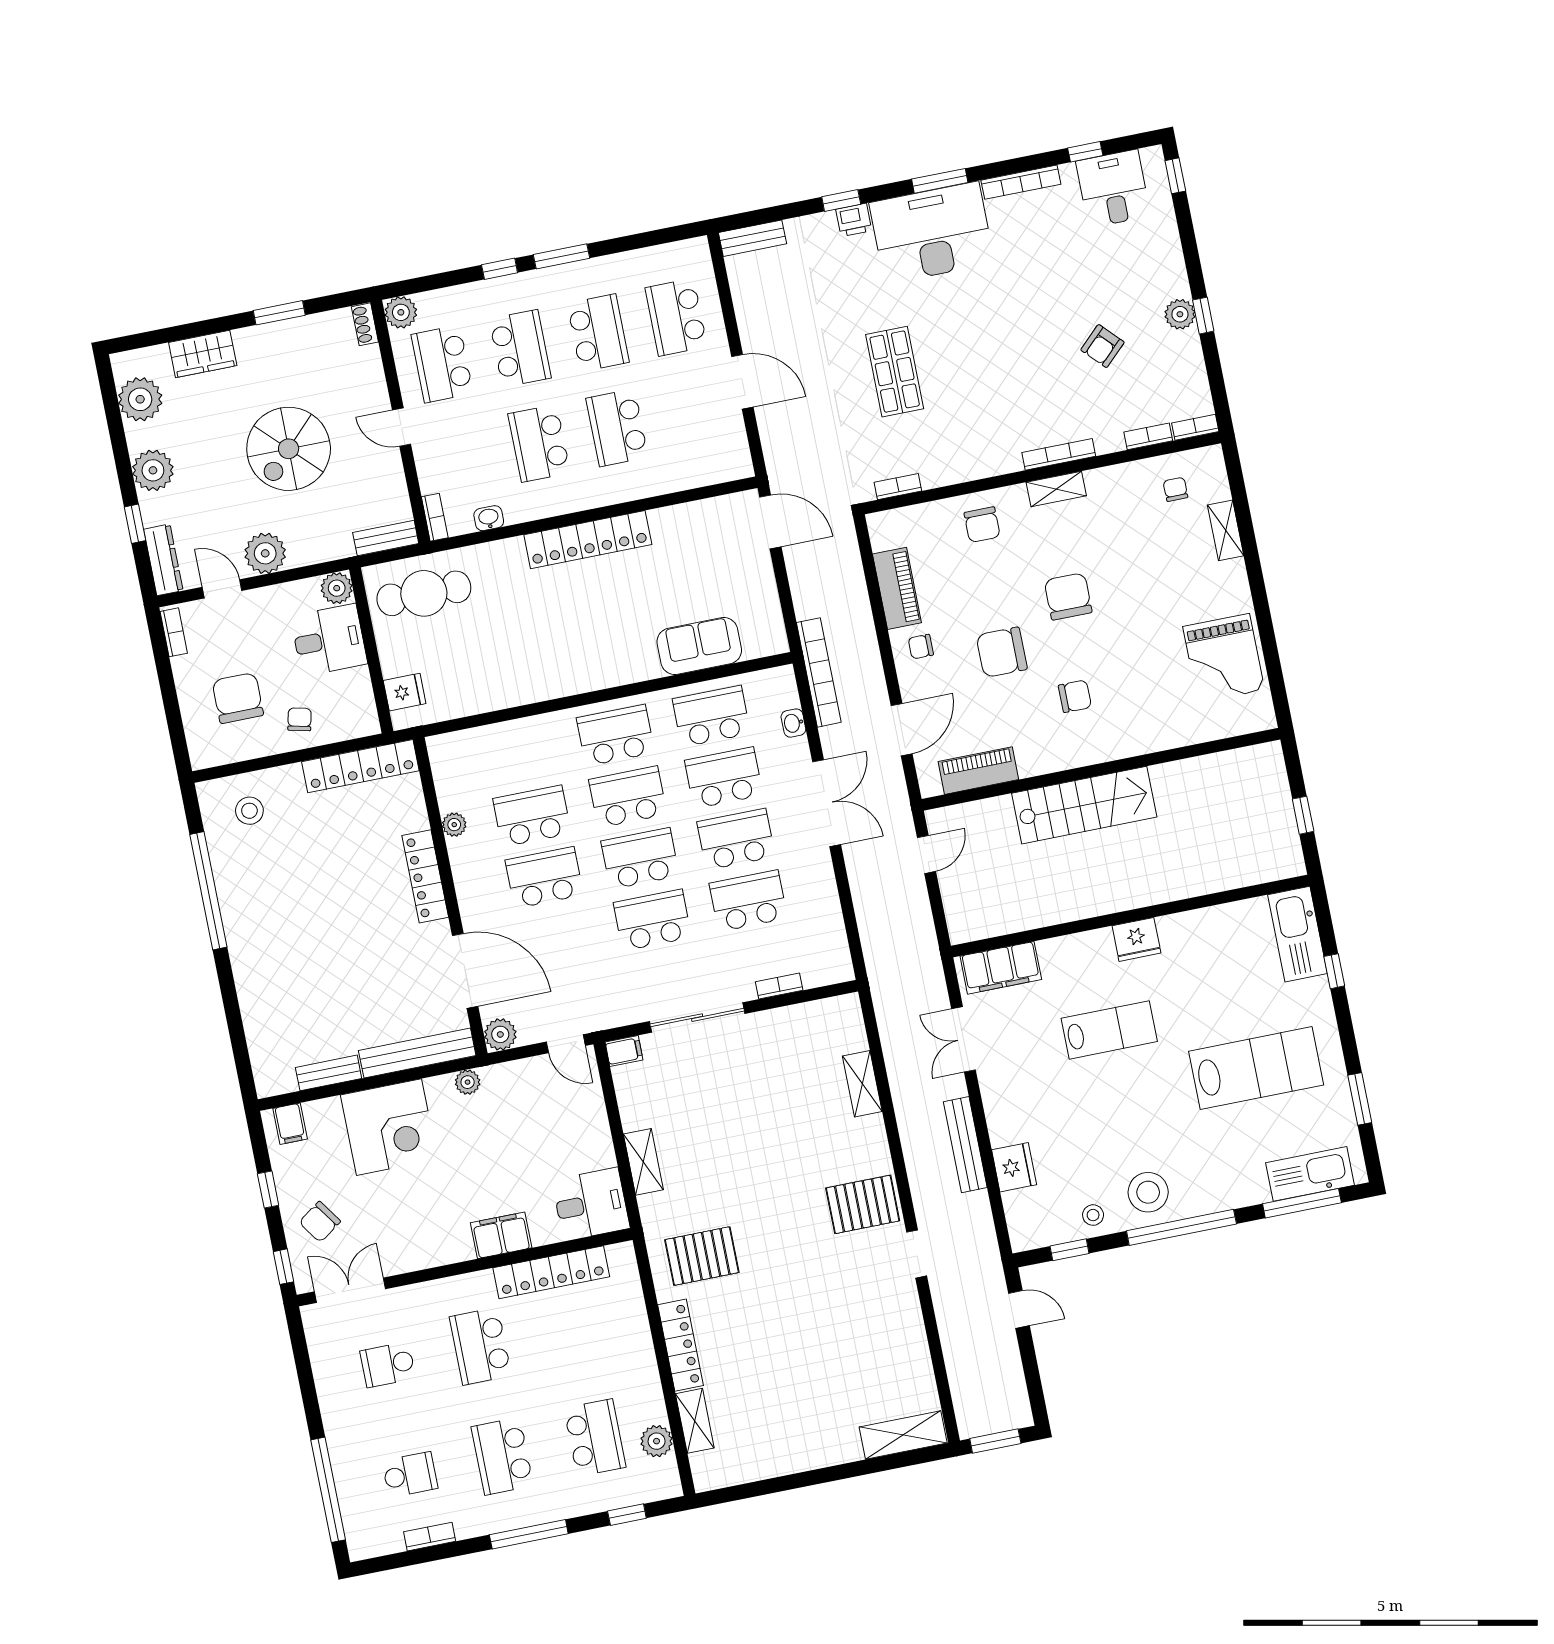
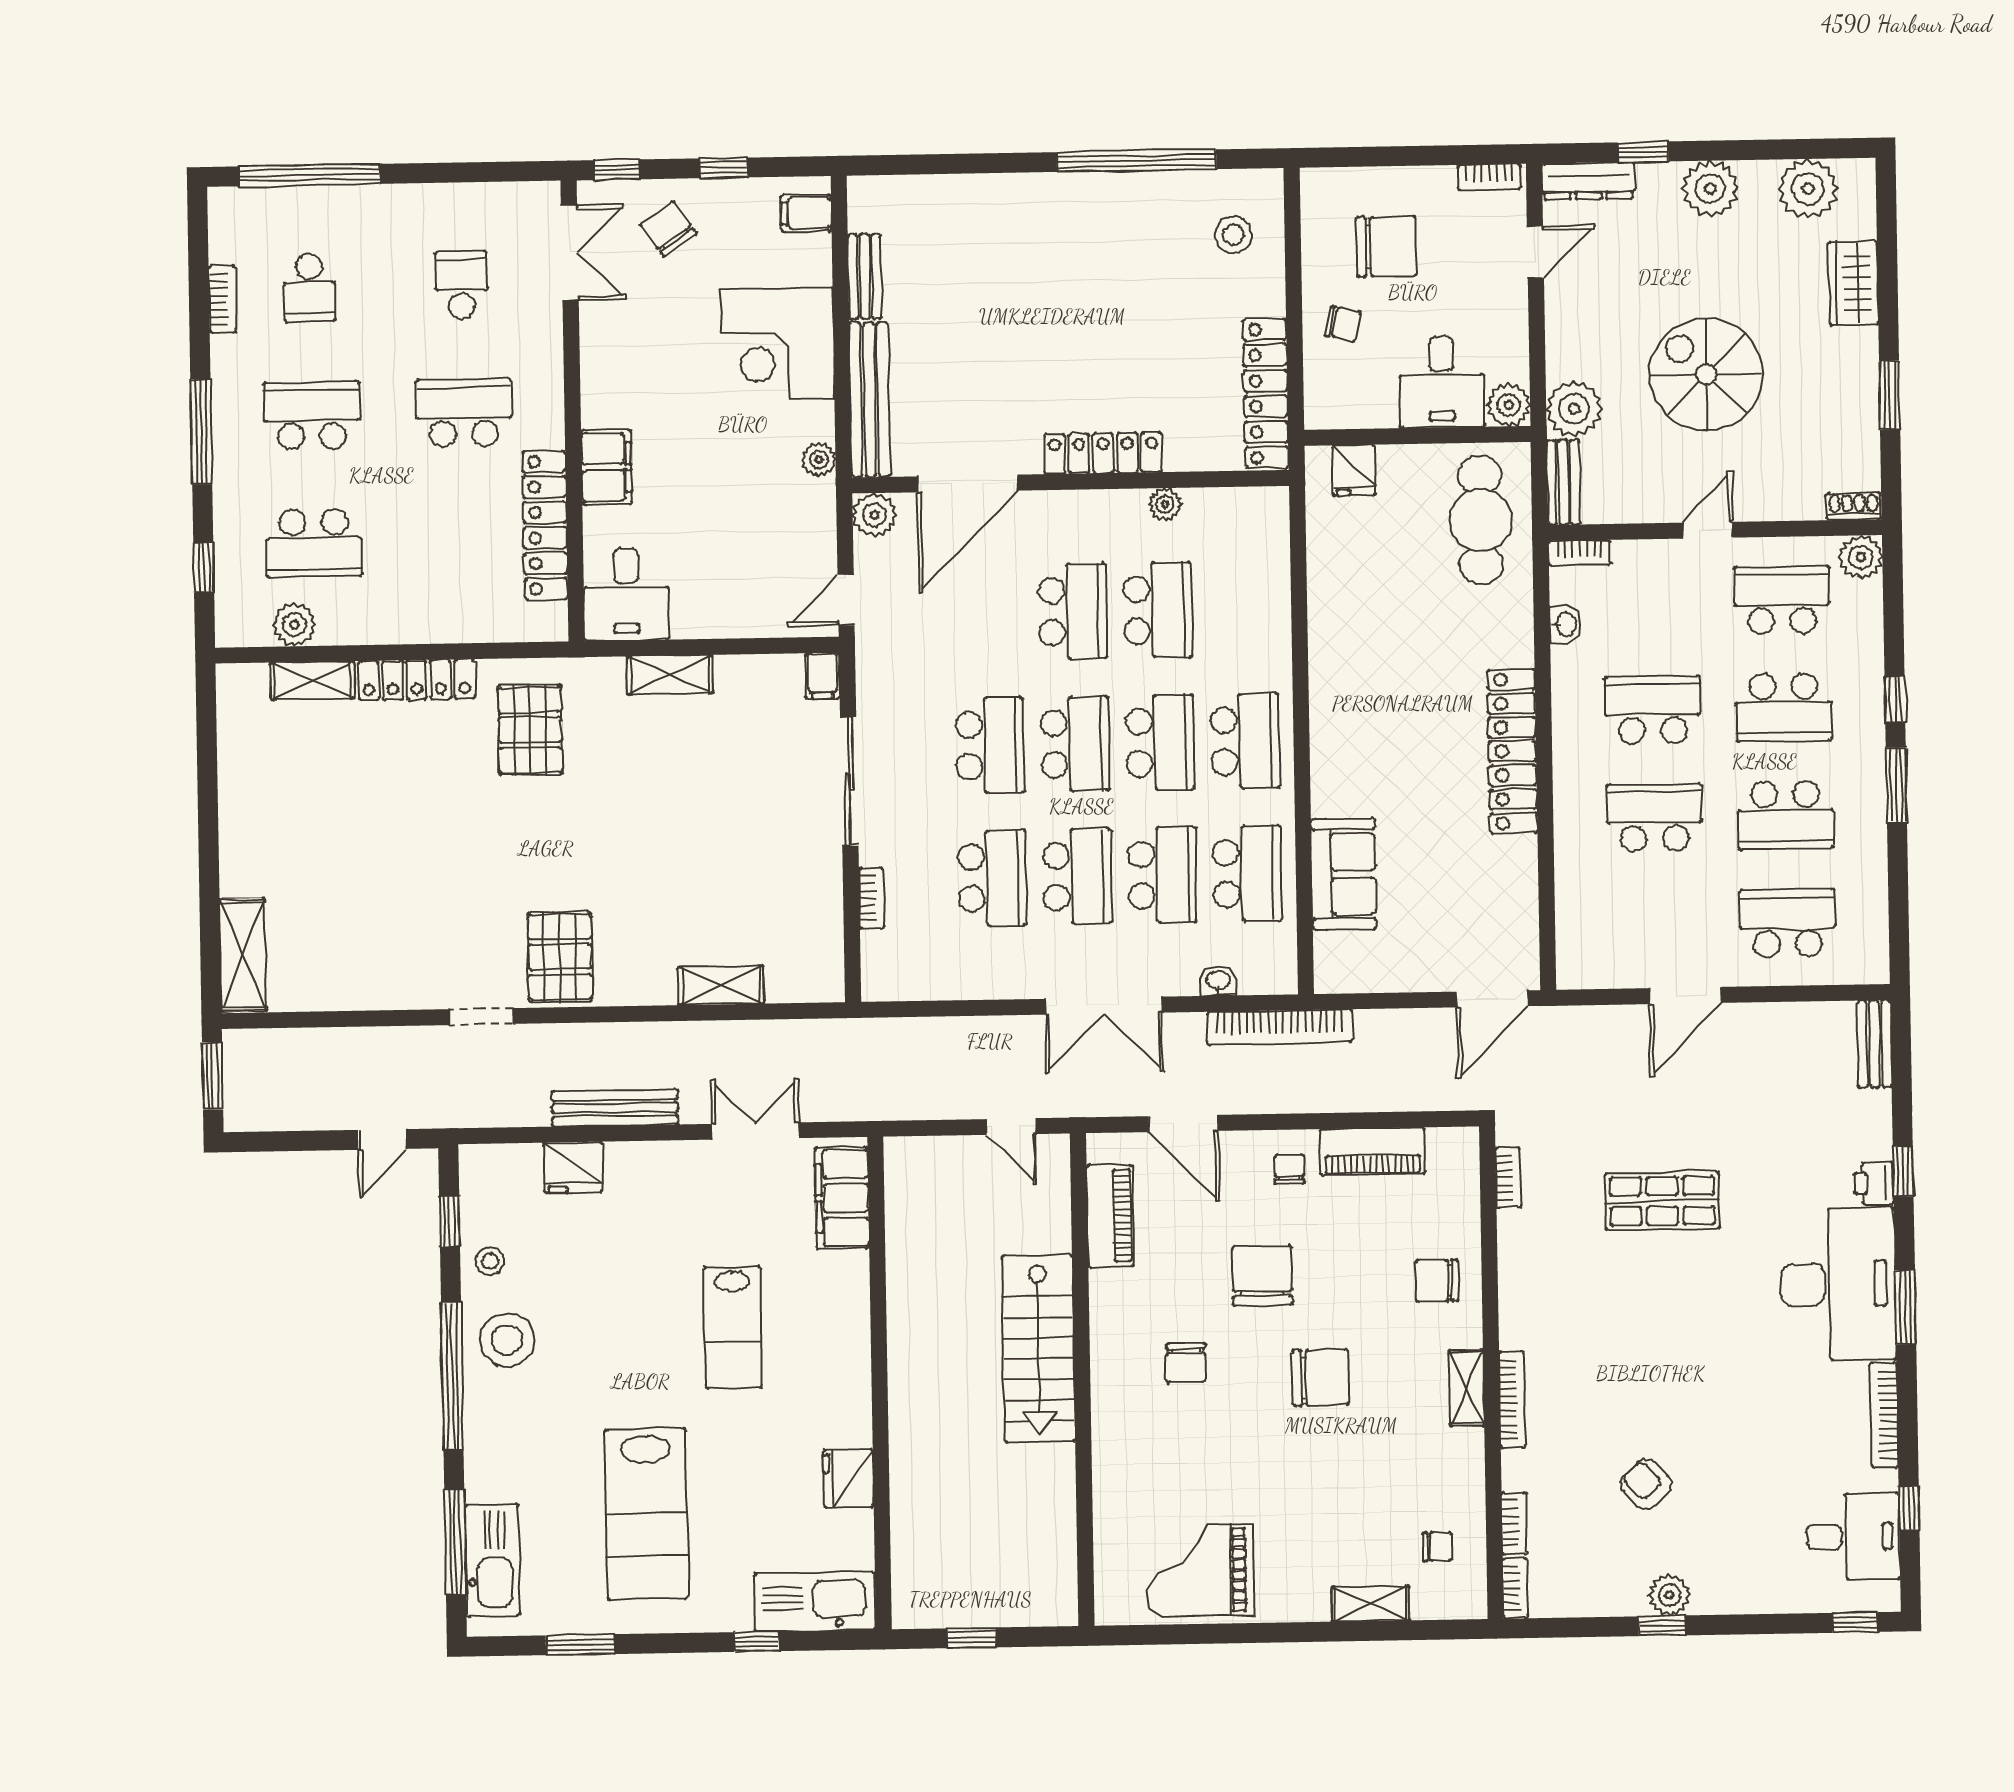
plant: (265, 553) -> (1574, 409), moved
fridge: (1136, 939) -> (848, 1478), moved

